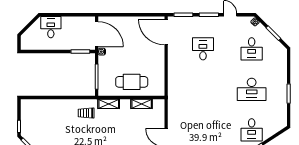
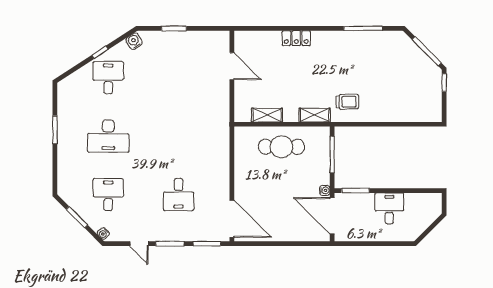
desk: (51, 27) -> (389, 208), moved, turned 180
desk: (252, 89) -> (108, 136), turned 180

